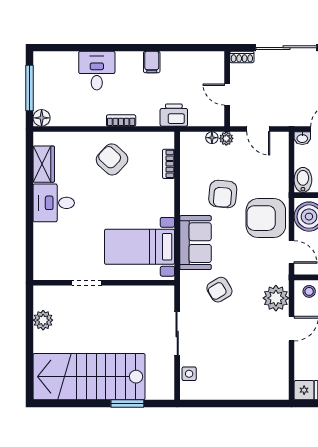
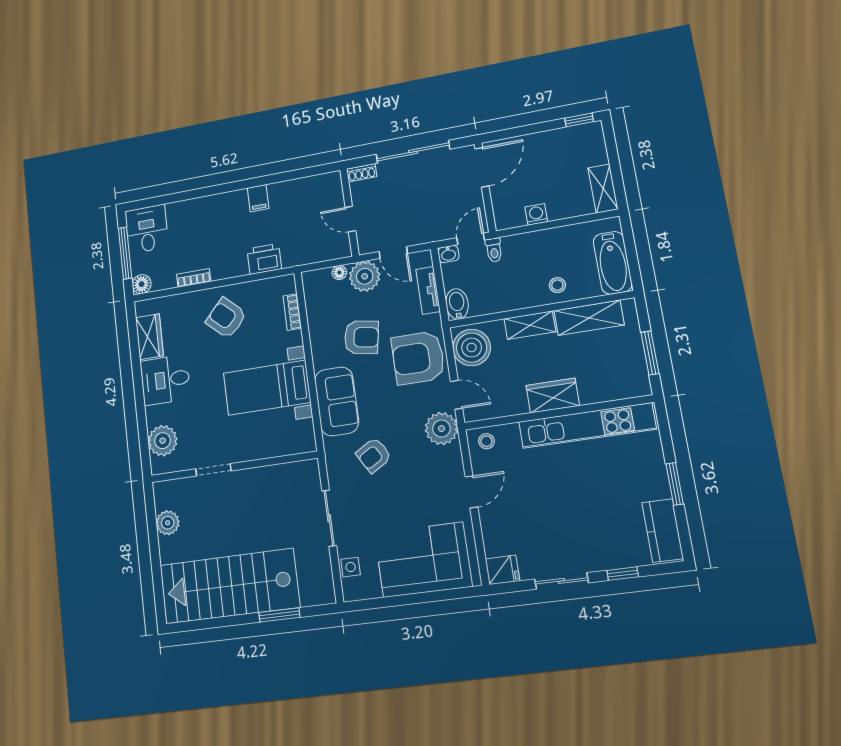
desk: (97, 71) -> (147, 229), moved
printer: (174, 115) -> (264, 259), moved
bookcase: (121, 120) -> (194, 278), moved
plant: (226, 138) -> (365, 276), width x1.88, depth x1.88
tv unit: (282, 165) -> (428, 290), added
armchair: (223, 194) -> (362, 337), turned -85
bed with nightstands: (140, 247) -> (267, 388), moved
plant: (46, 253) -> (163, 441), added
plant: (276, 298) -> (441, 429), moved
corner sofa: (247, 375) -> (423, 560), added

